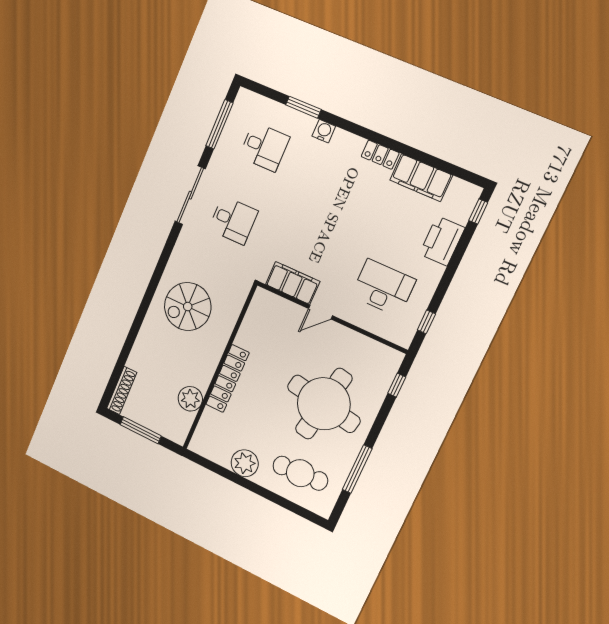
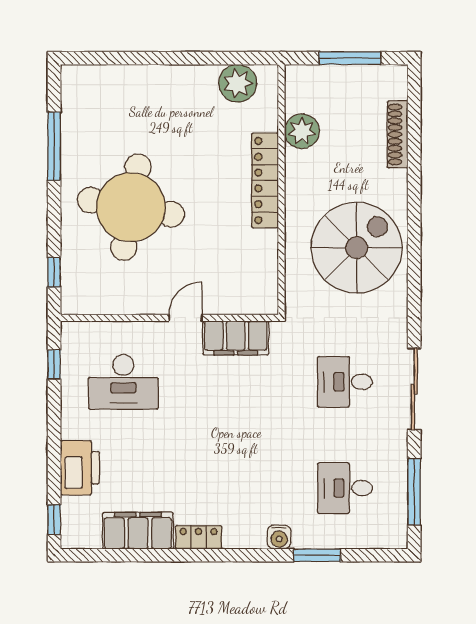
spiral stairs: (188, 307) -> (357, 248), width x1.37, depth x1.37
shoe rack: (122, 390) -> (398, 134), moved
plant: (245, 463) -> (238, 83), moved
cafe table: (300, 473) -> (121, 106), removed

